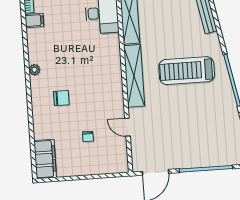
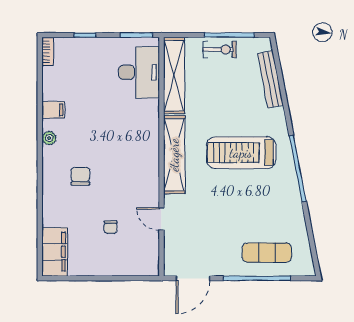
filing cabinet: (34, 20) -> (53, 110), moved
chair: (61, 98) -> (80, 176), turned -90
exercise mat: (212, 148) -> (267, 253), added

